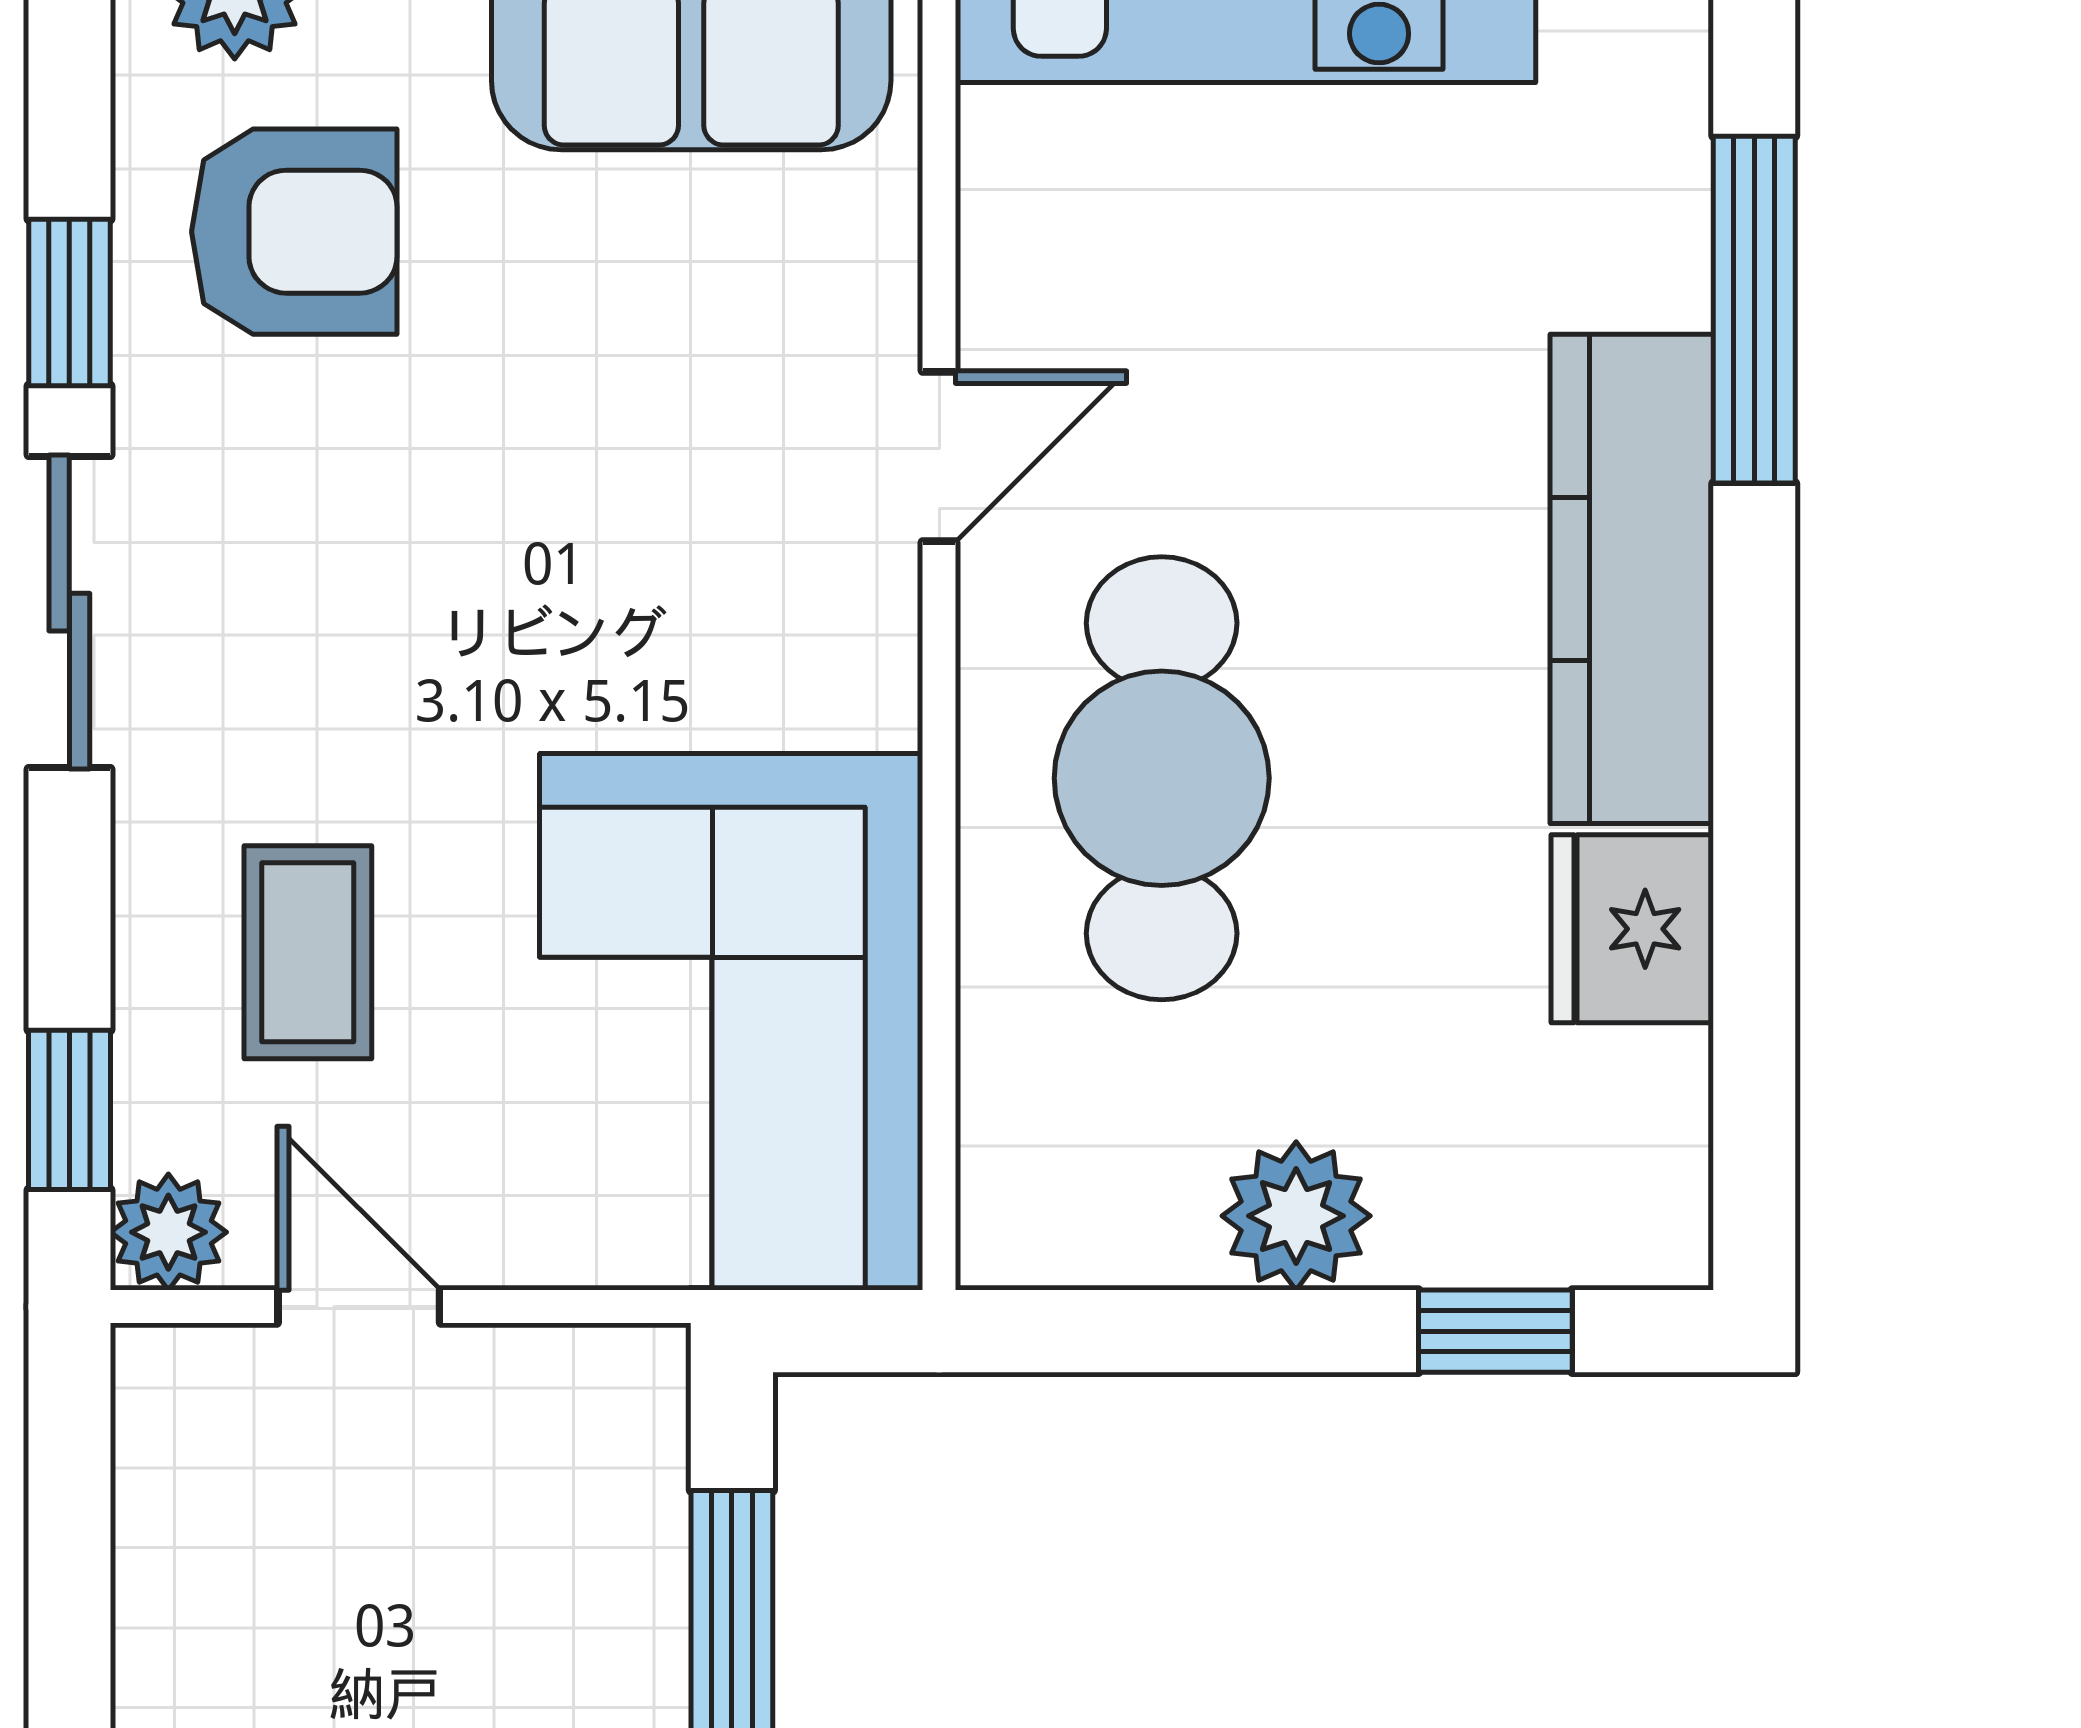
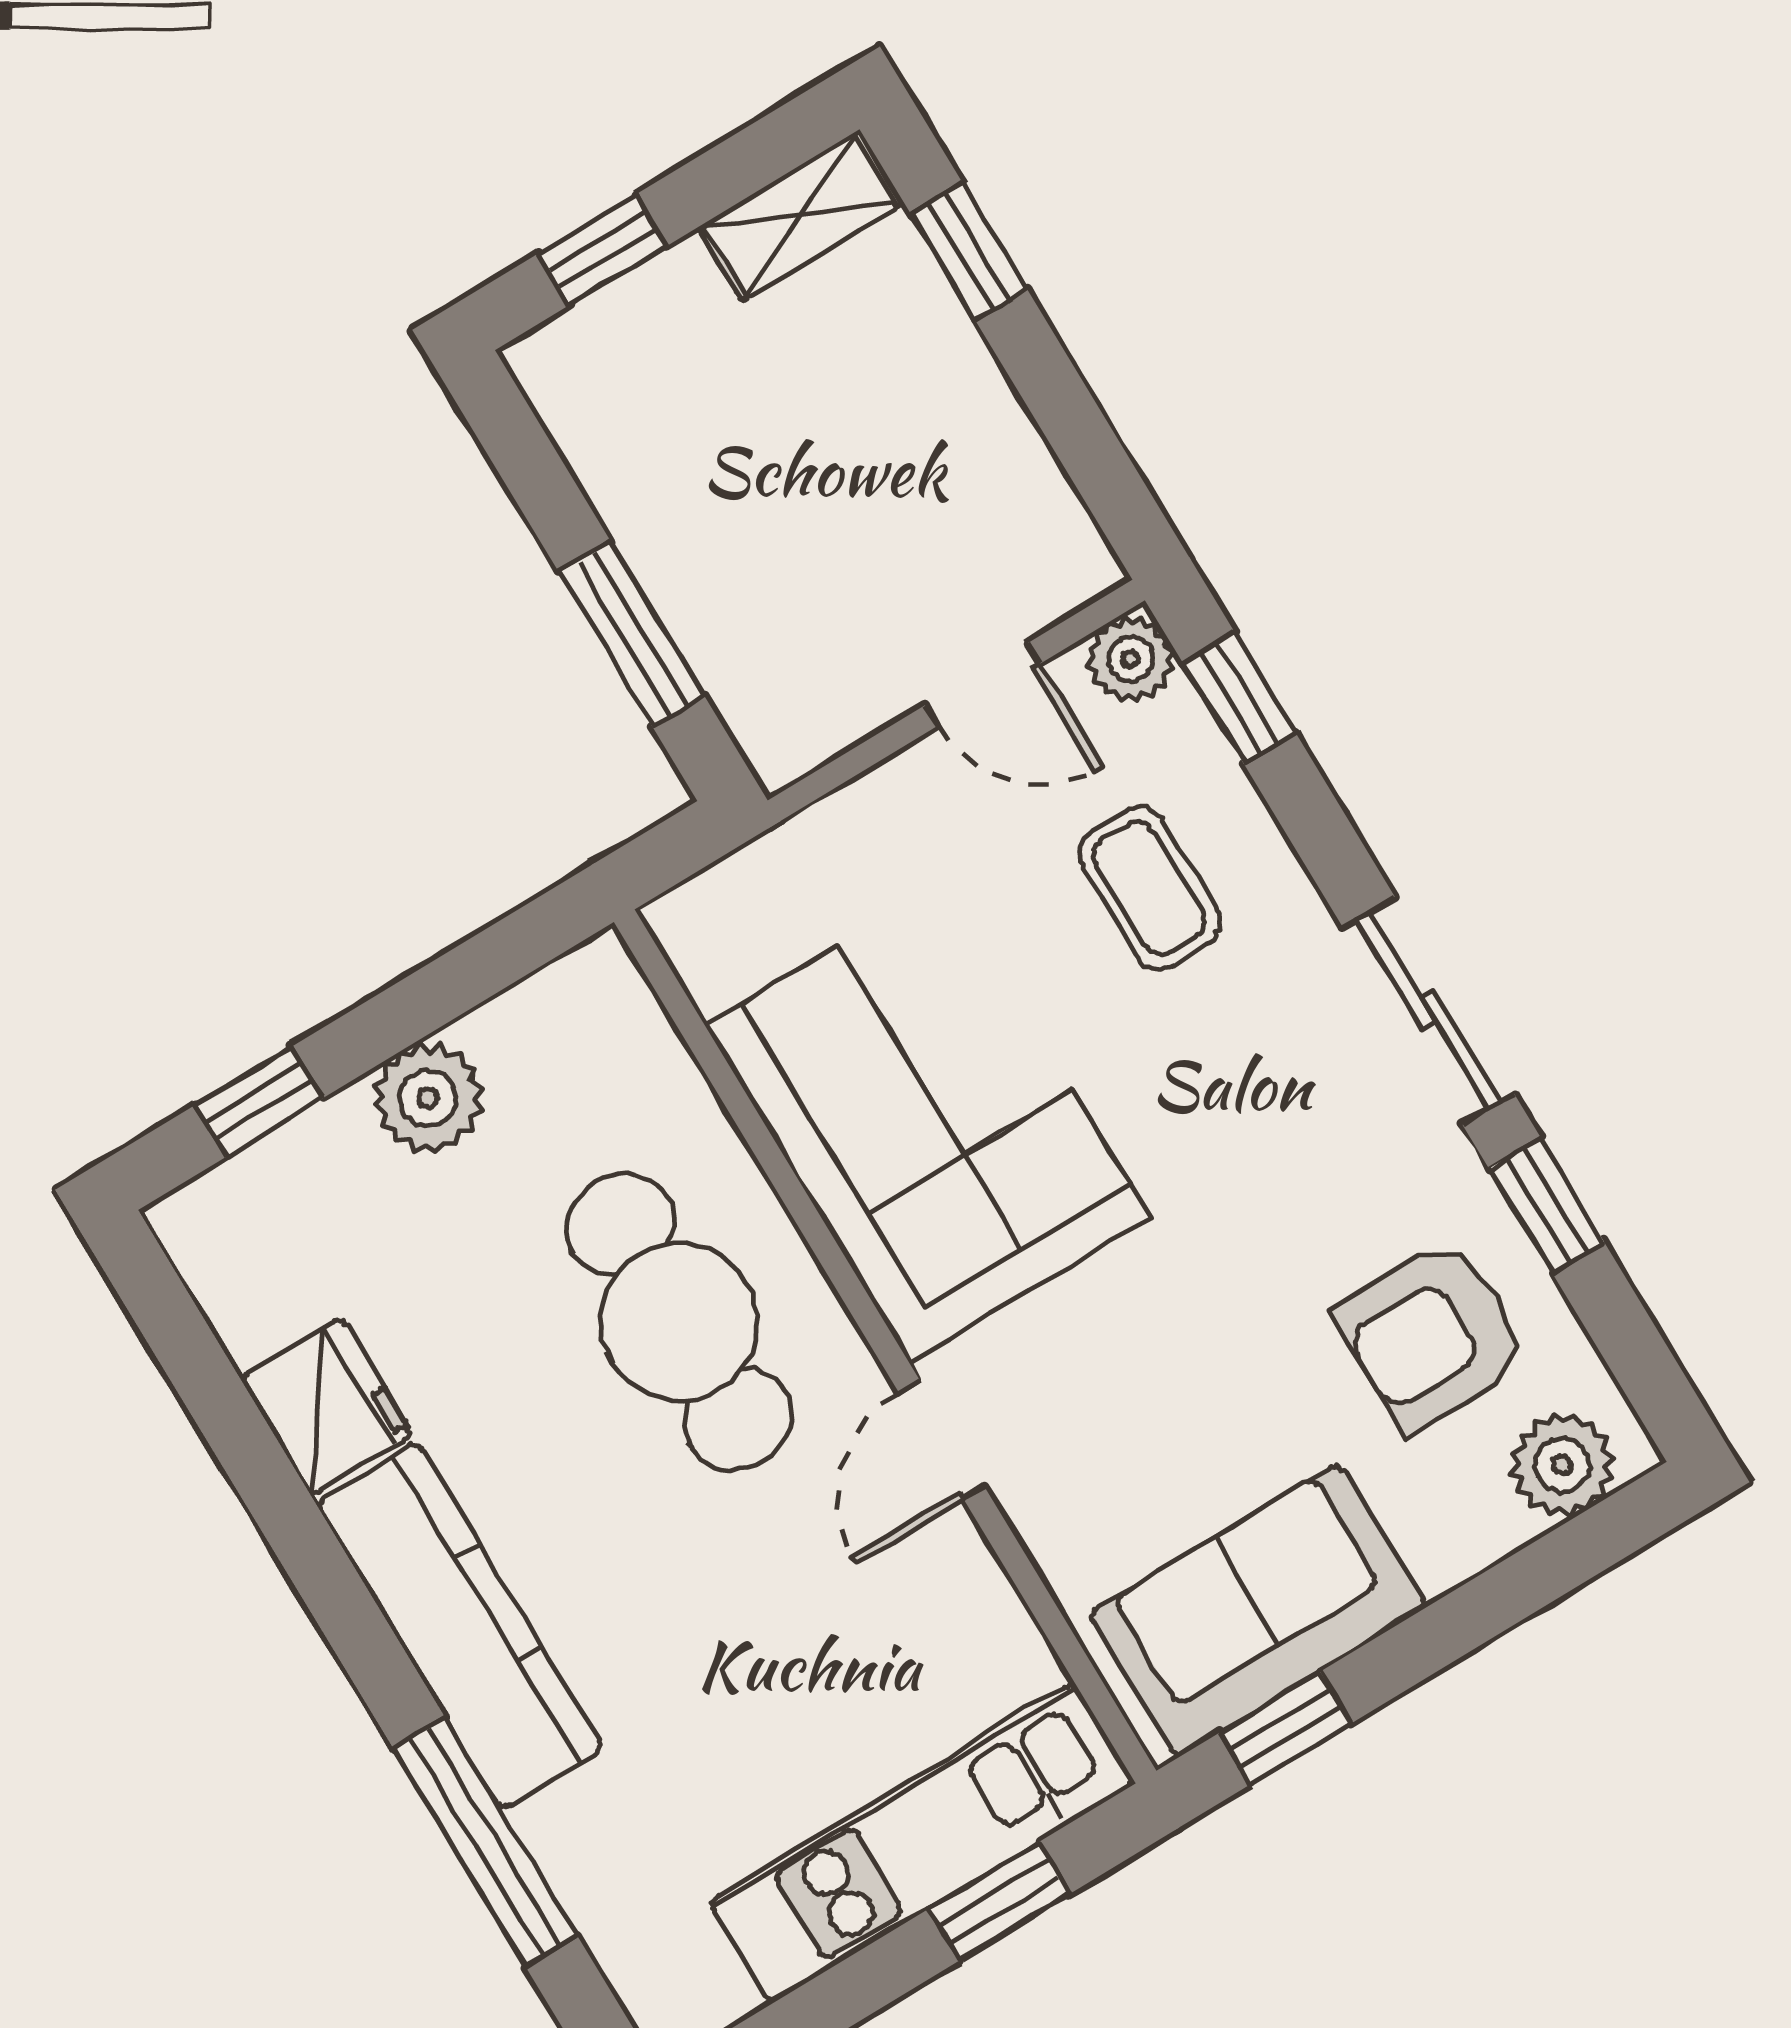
corner sofa: (731, 1022) -> (928, 1122), moved

